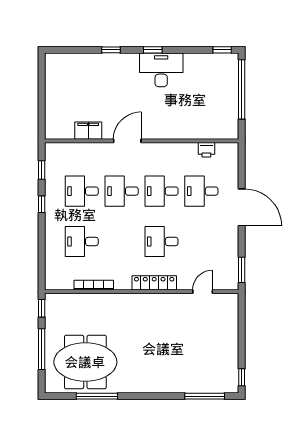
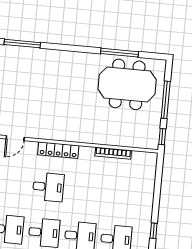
desk: (82, 242) -> (120, 194), removed

